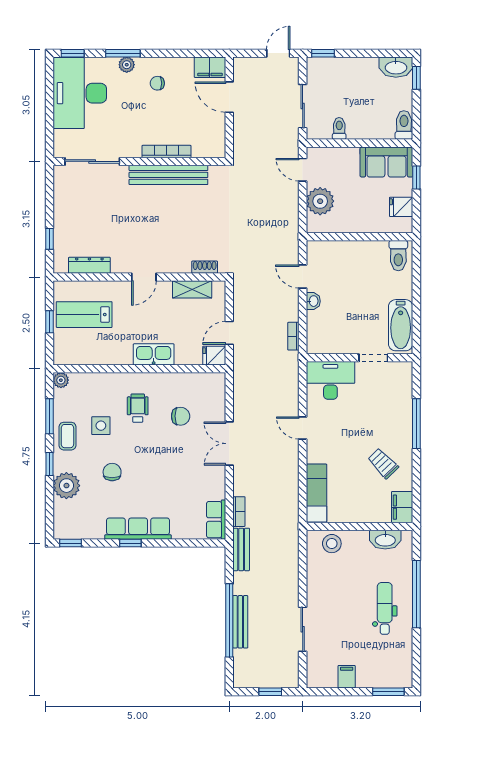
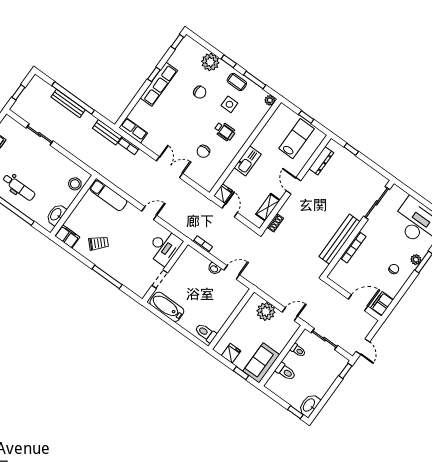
toilet: (404, 125) -> (286, 372), moved

